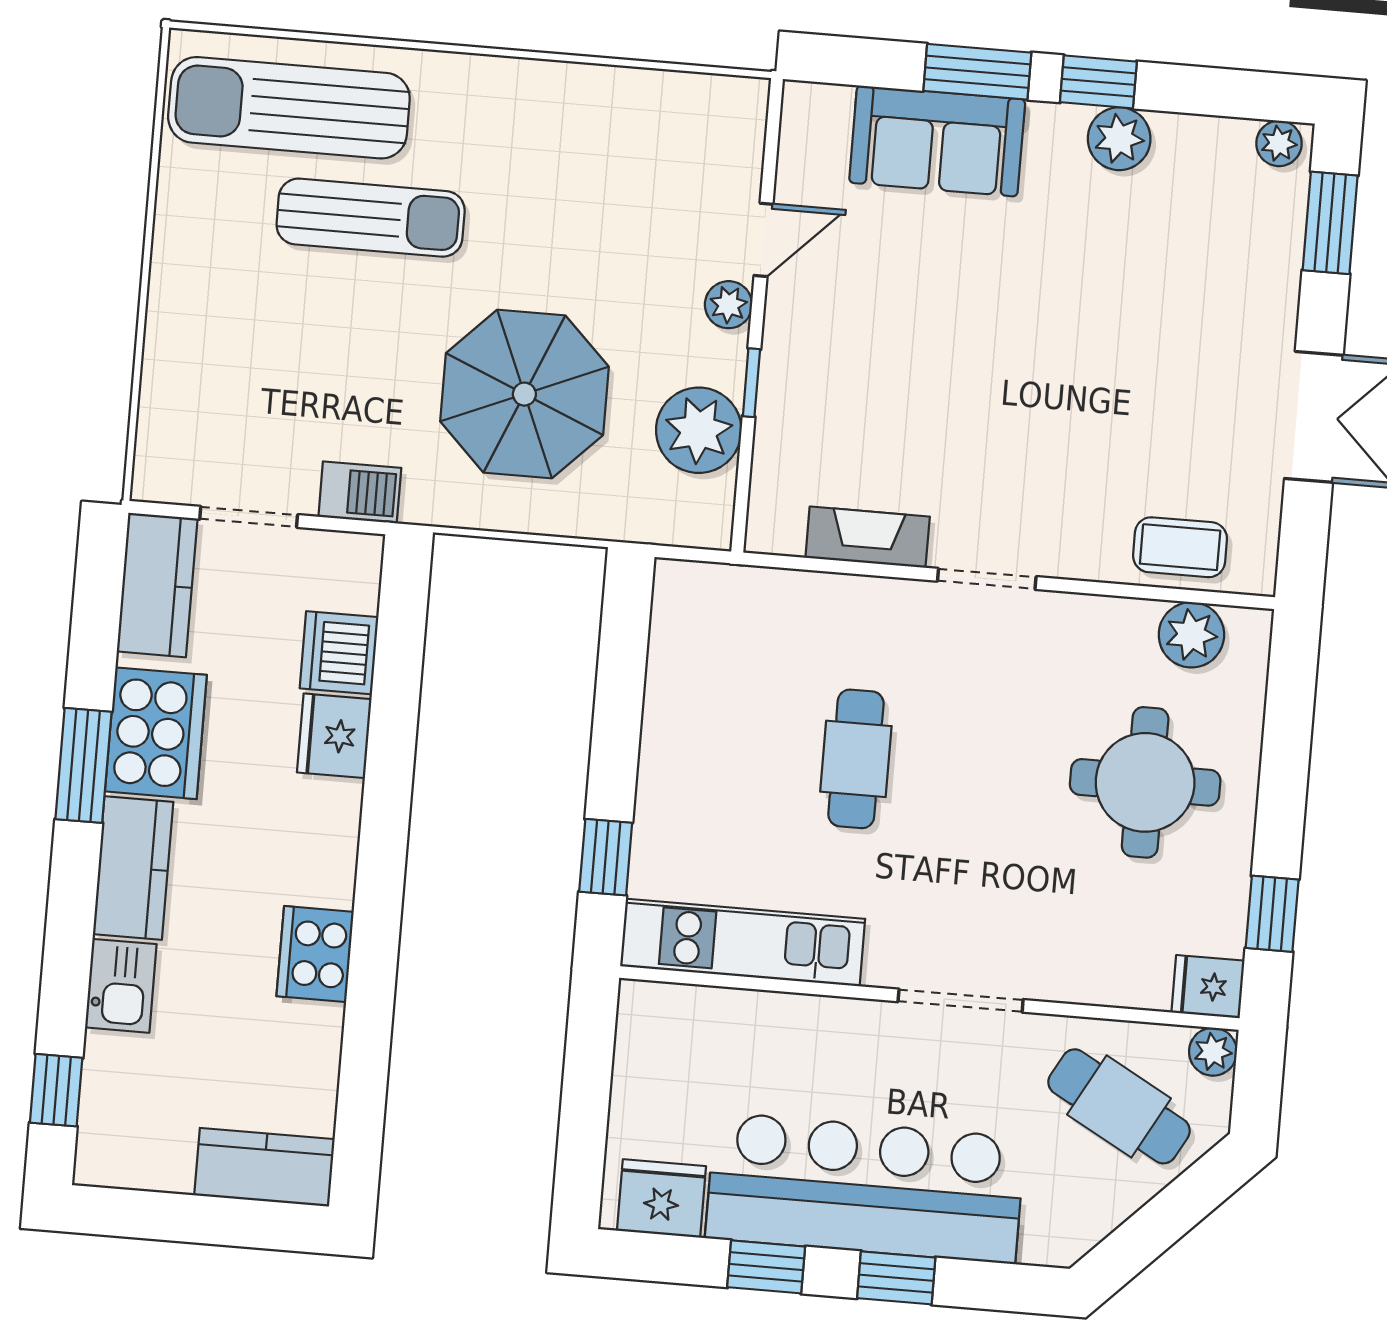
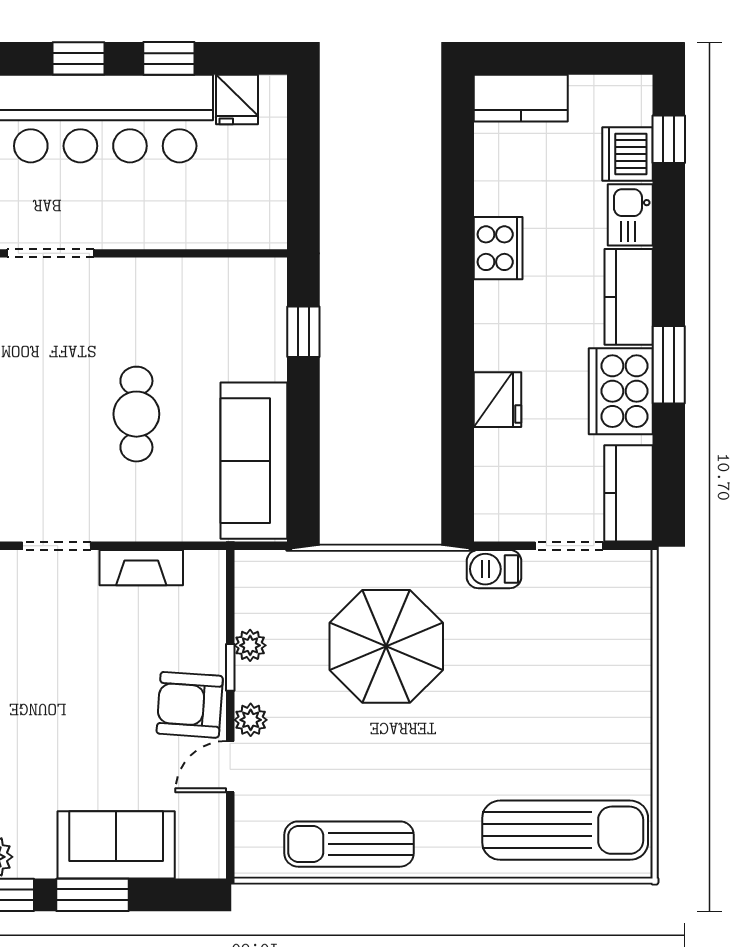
sun lounger: (371, 218) -> (349, 844), moved
armchair: (814, 334) -> (190, 705), added
plant: (699, 430) -> (250, 645), width x0.53, depth x0.53
dishwasher: (339, 653) -> (627, 154), moved, turned 180
sofa: (692, 678) -> (254, 461), added
kitchen unit: (743, 942) -> (204, 281), removed
fridge: (661, 1198) -> (237, 100), width x0.72

